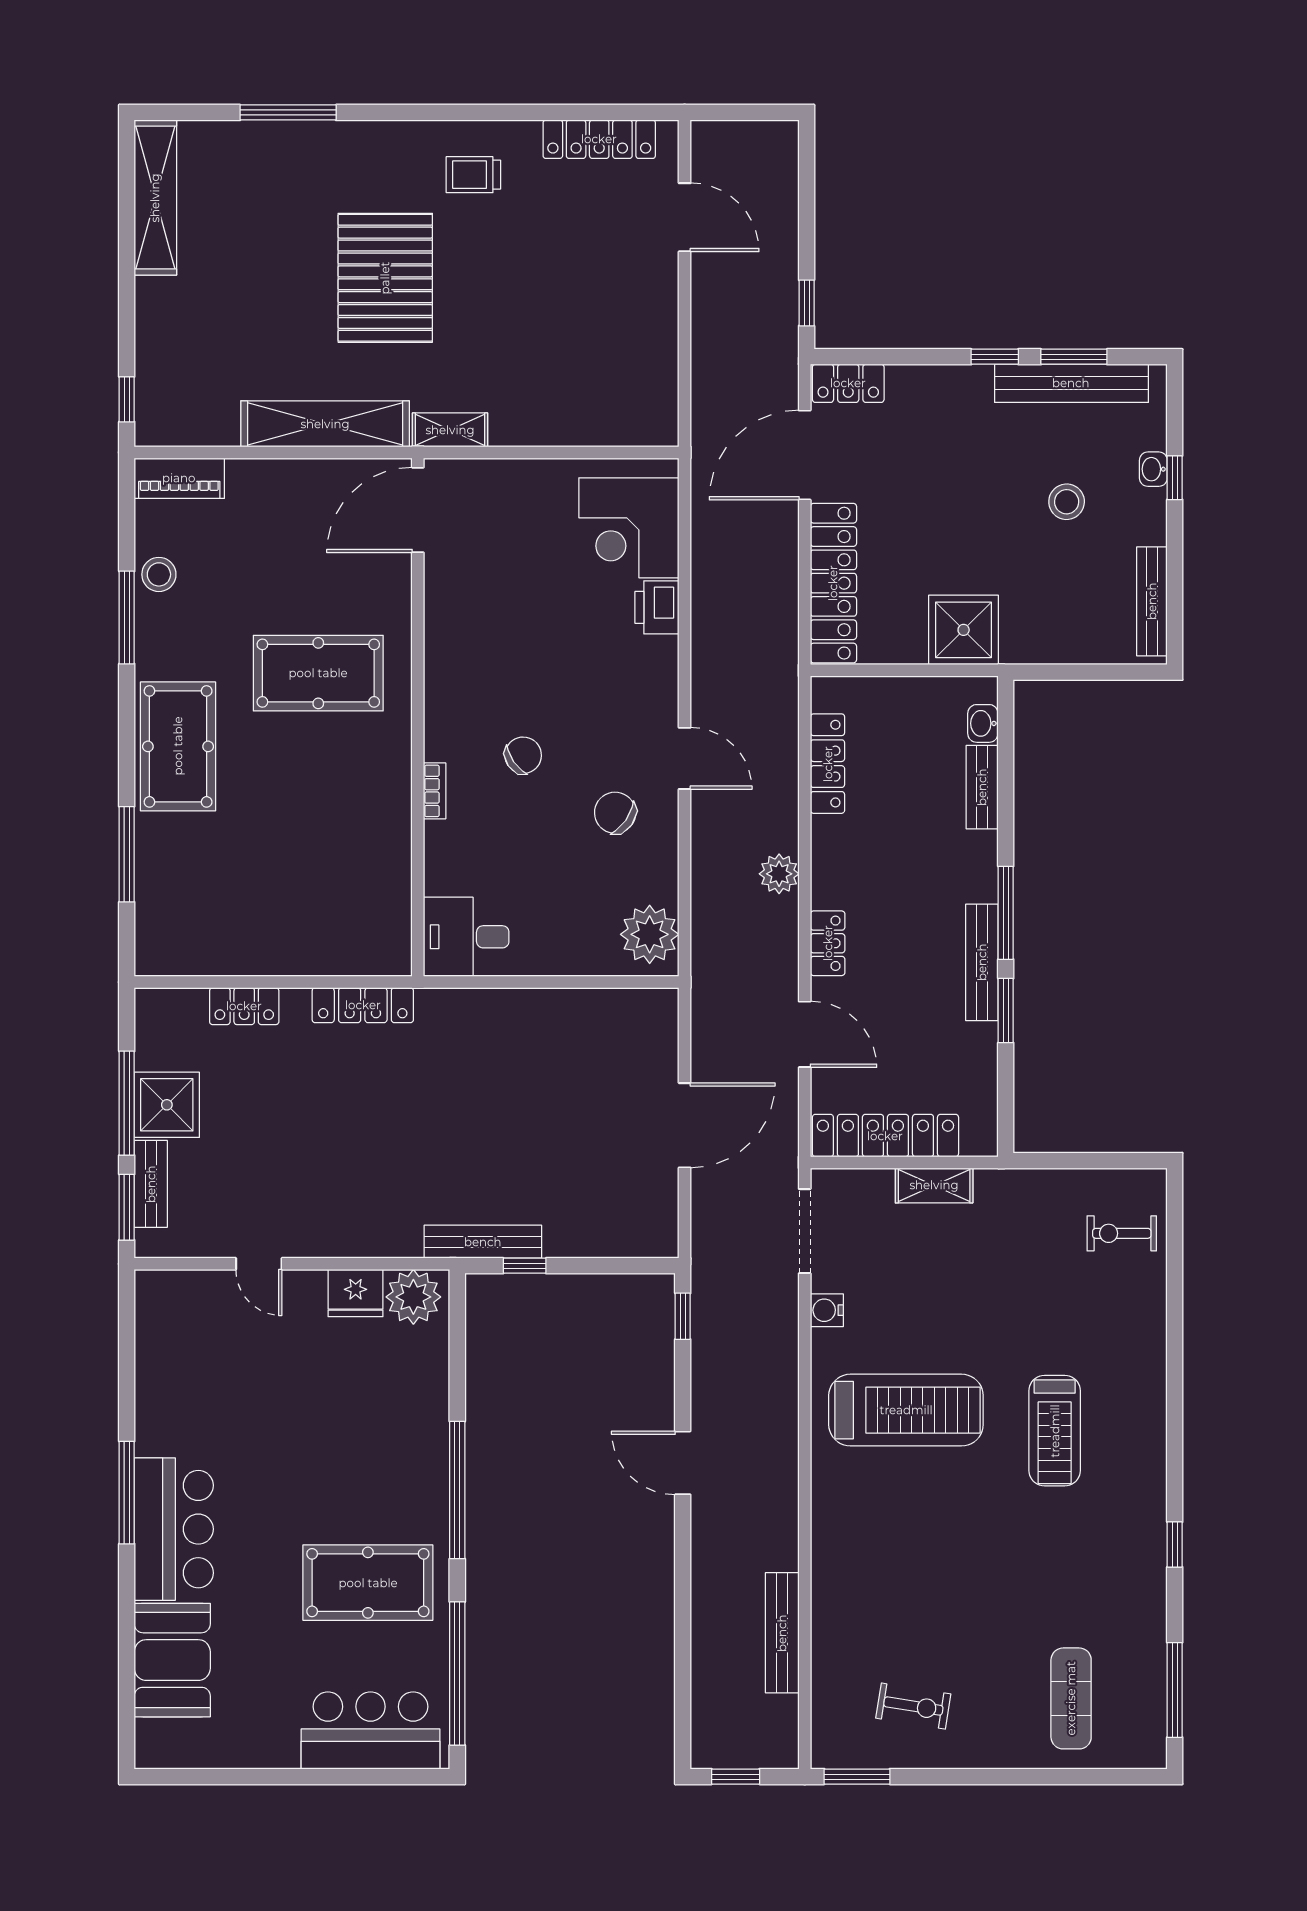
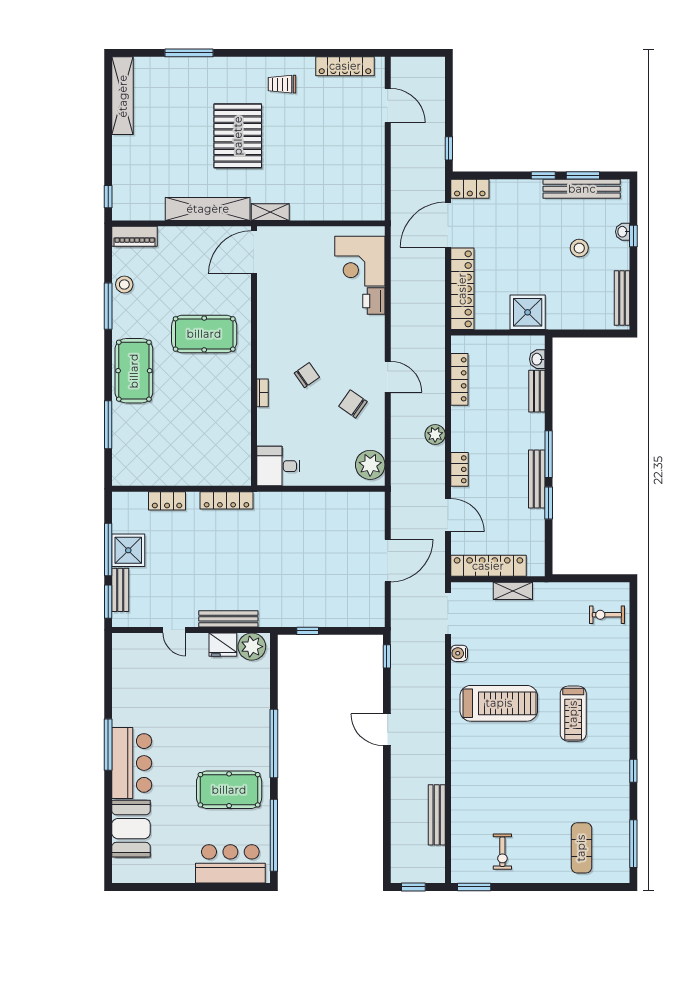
bench: (483, 1242) -> (228, 619), moved
exercise bike: (913, 1706) -> (502, 852), turned 81

